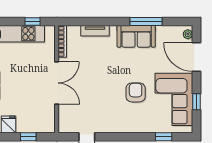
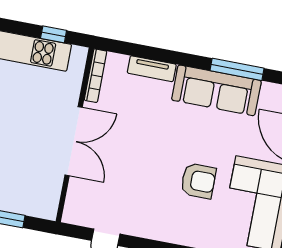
sofa: (136, 36) -> (216, 90), width x1.36
armchair: (136, 92) -> (198, 181), turned 90

